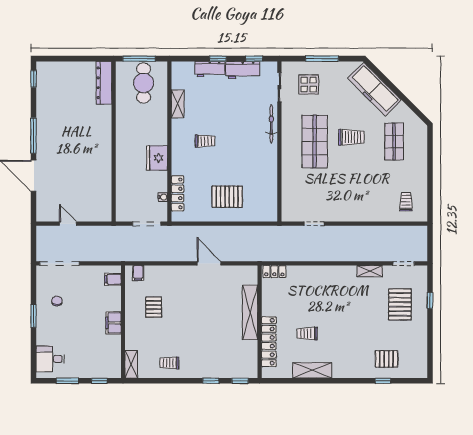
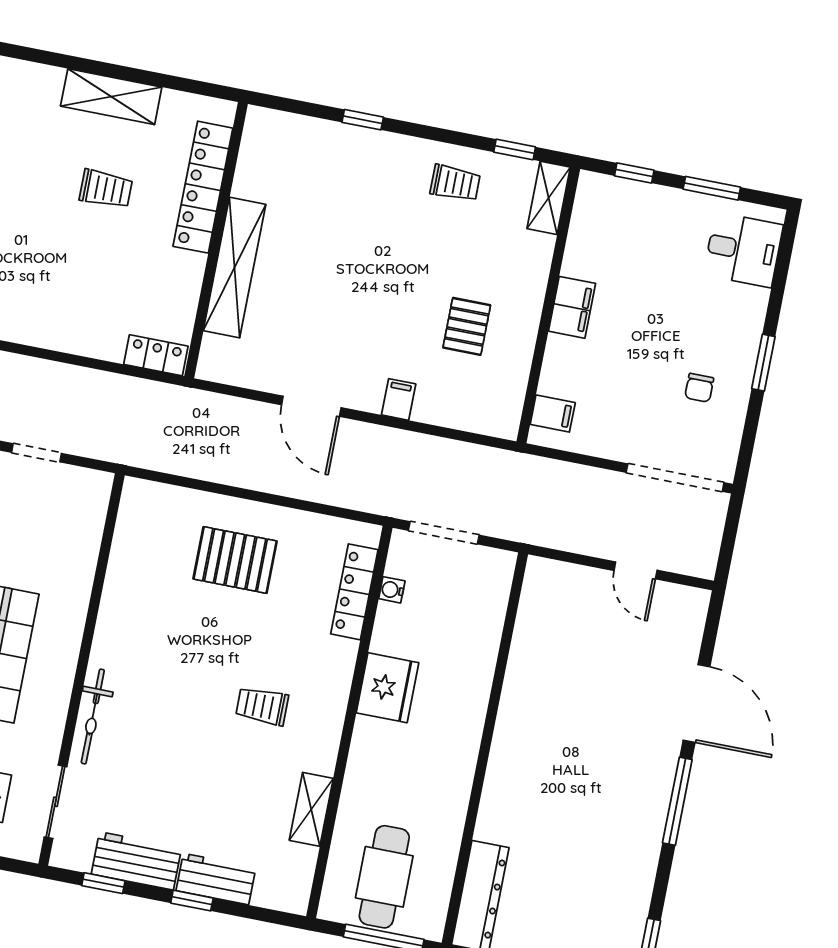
filing cabinet: (138, 273) -> (399, 399), moved
window: (240, 381) -> (515, 149), moved

